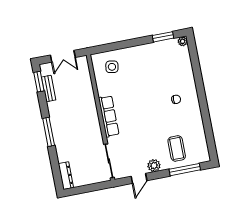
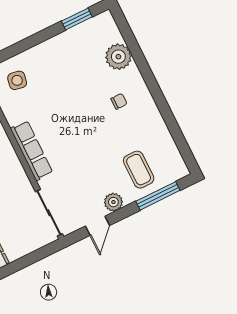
plant: (183, 41) -> (118, 57), moved, width x1.87, depth x1.87

